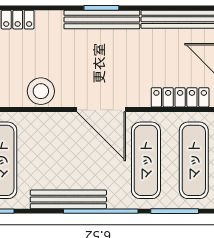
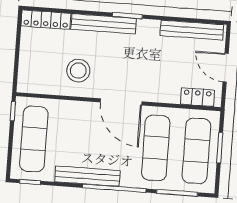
bench: (102, 20) -> (104, 24), moved
stool: (41, 91) -> (78, 71), moved
locker: (180, 97) -> (197, 97), width x0.66

